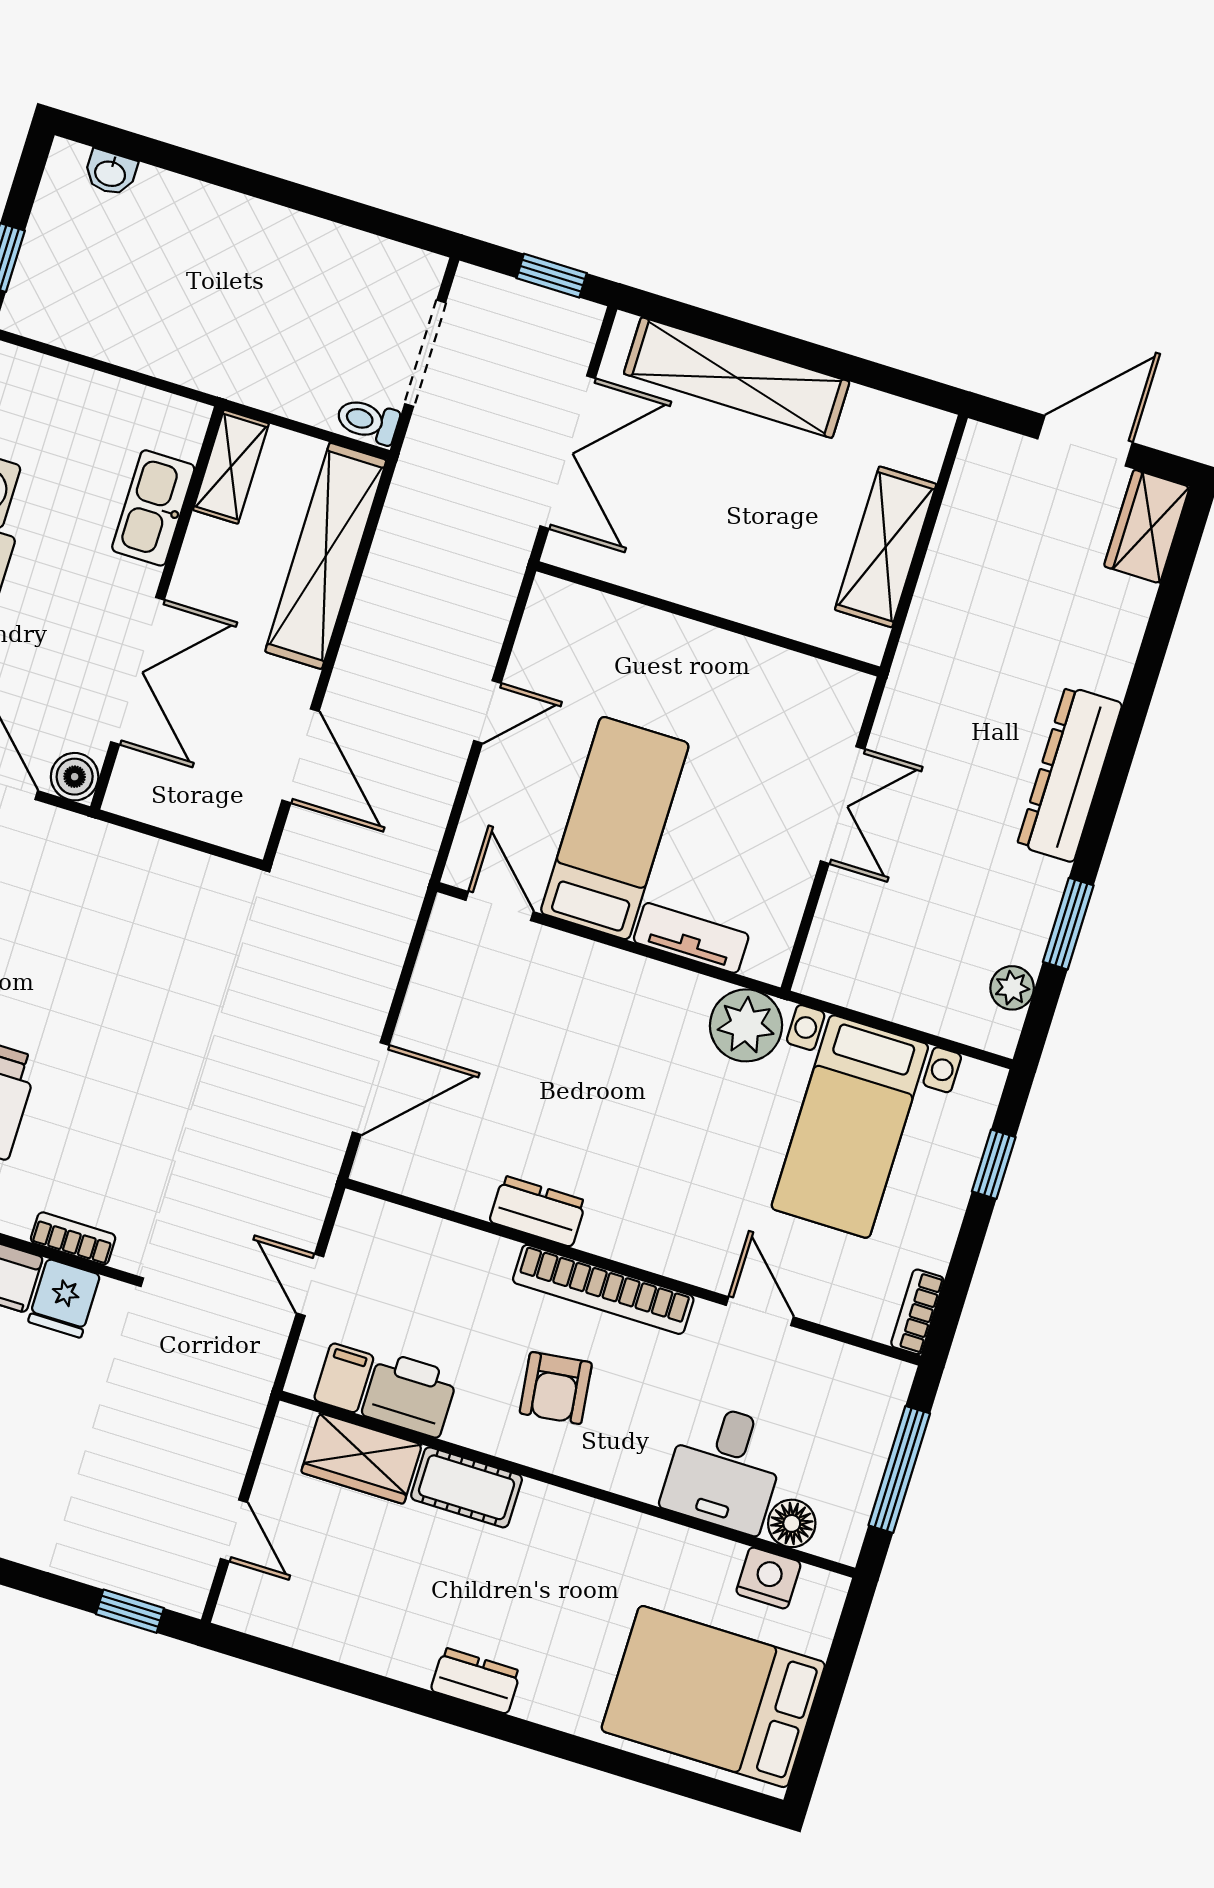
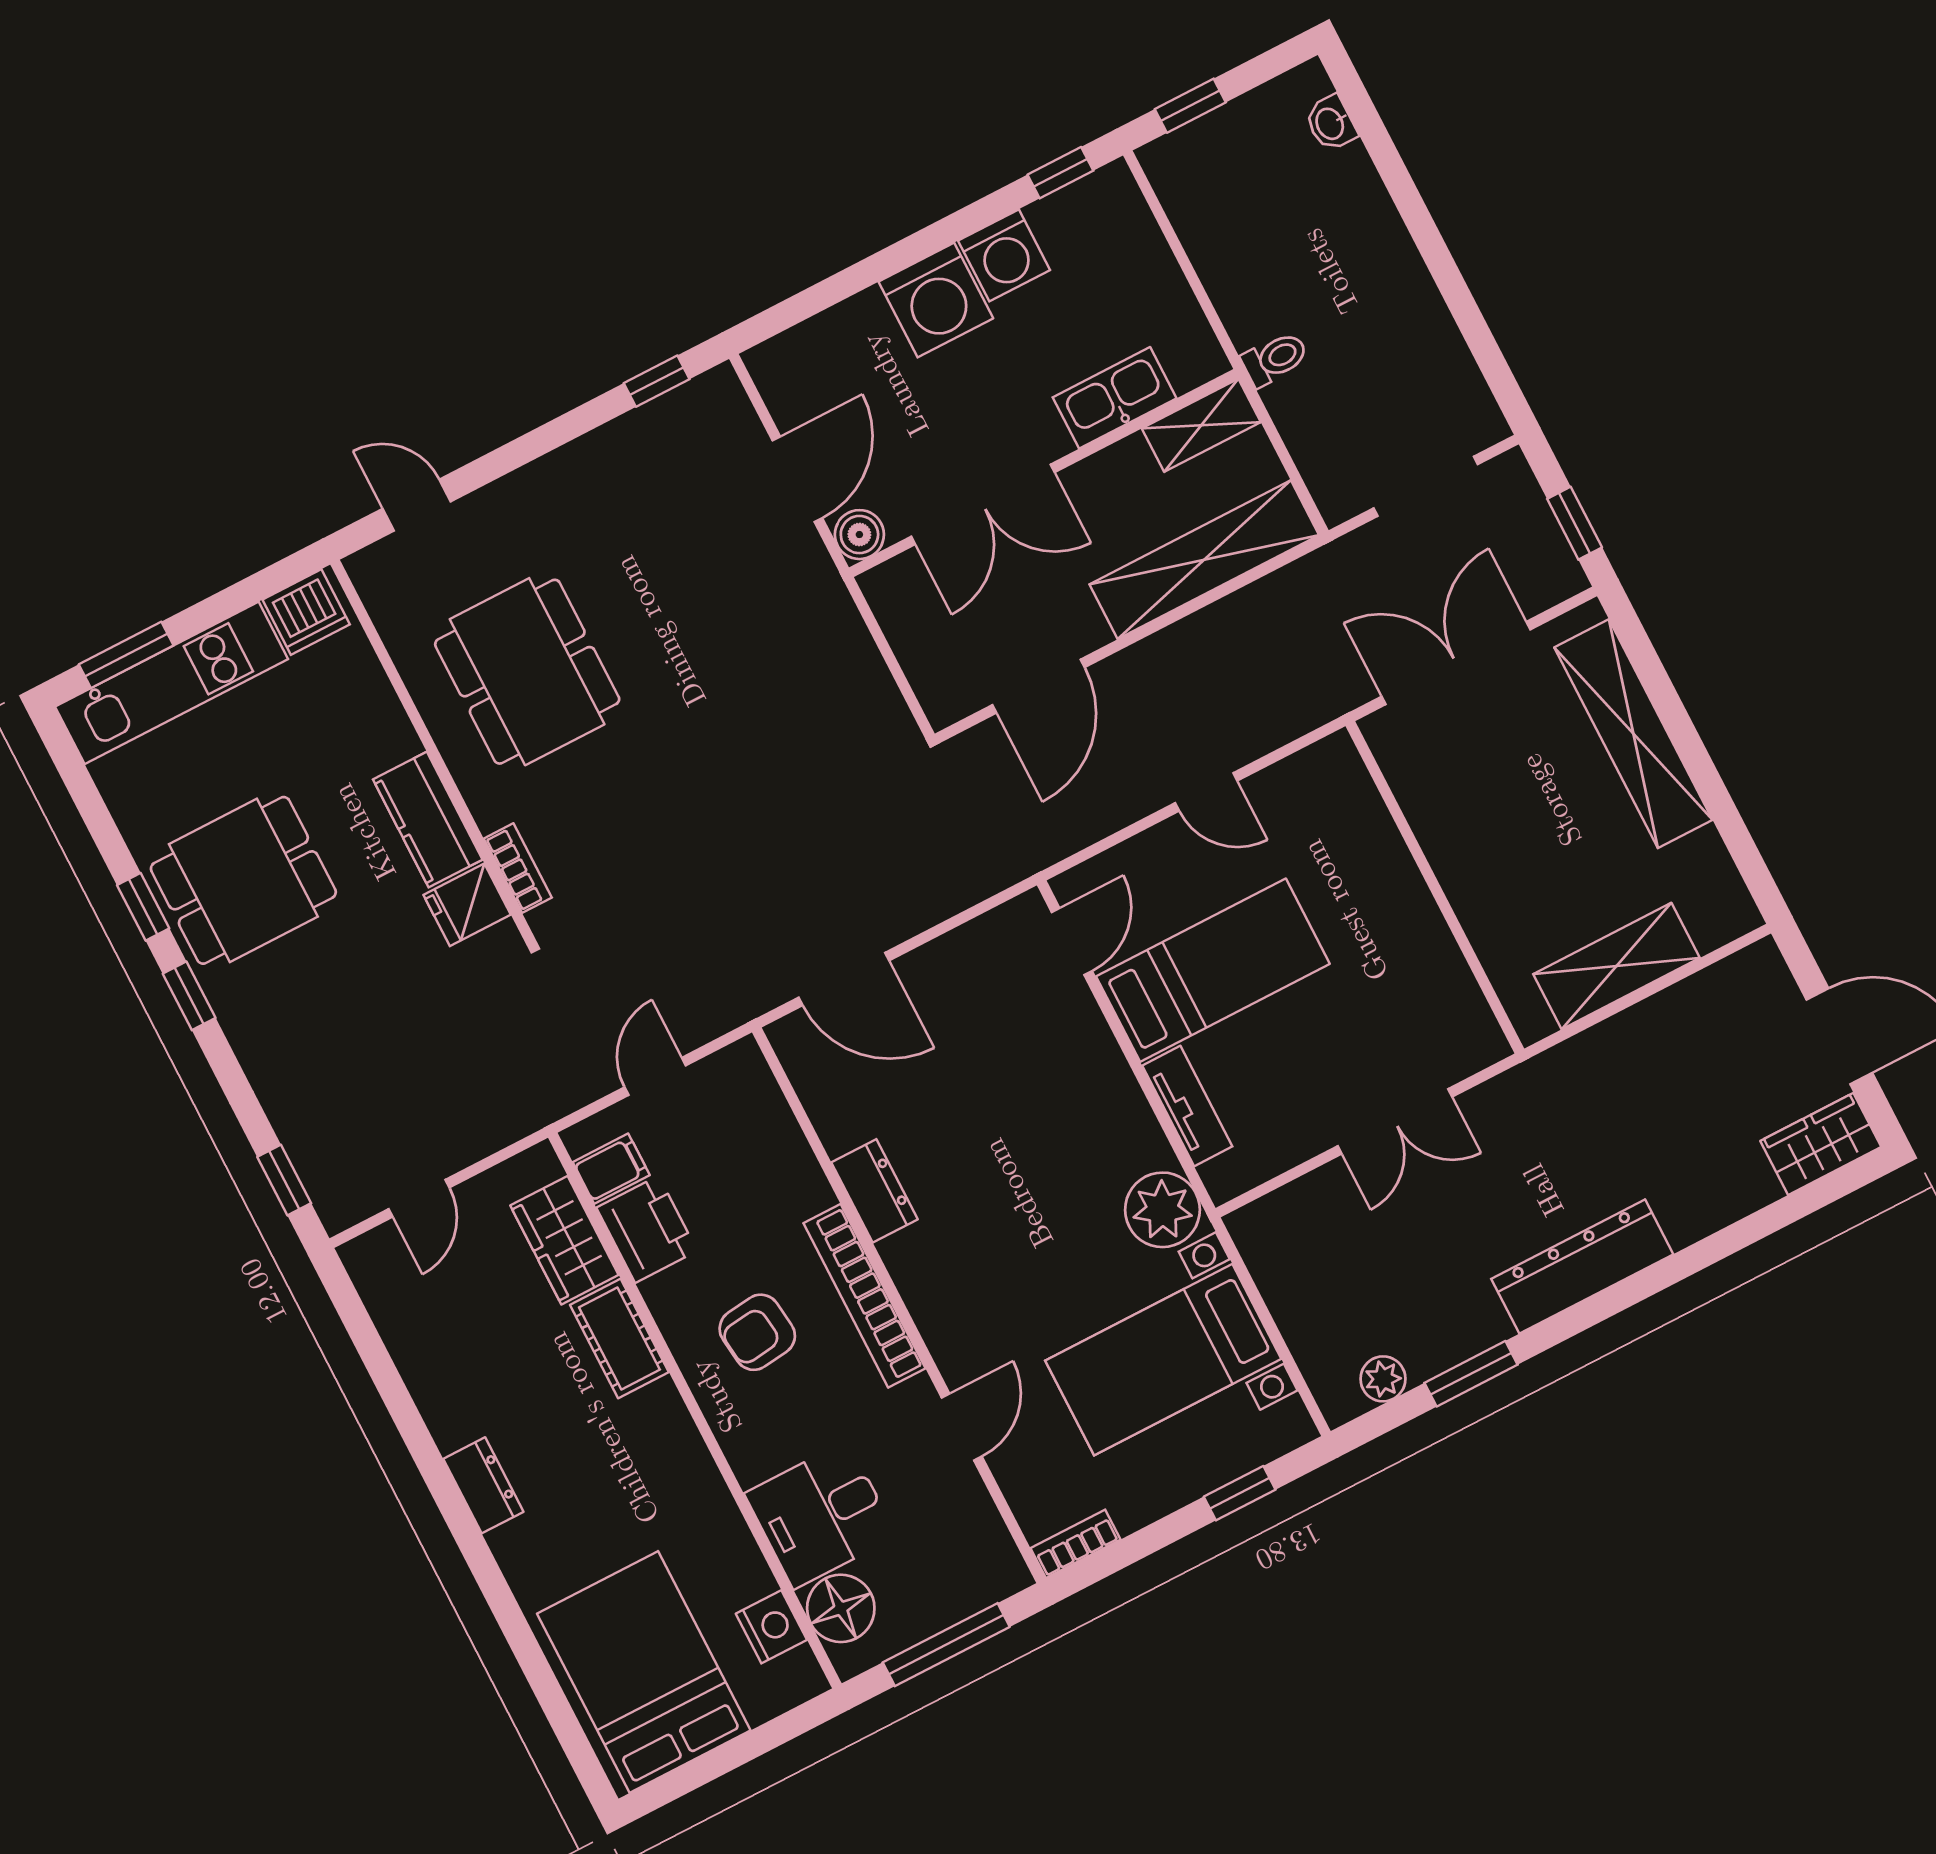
toilet: (368, 421) -> (1275, 359), moved, turned 90
double door: (568, 452) -> (1456, 663), swing flipped
floor lamp: (792, 1523) -> (841, 1608), width x1.38, depth x1.38

